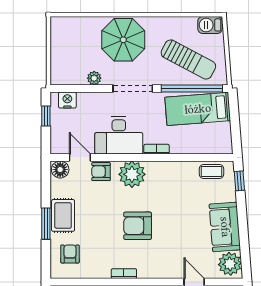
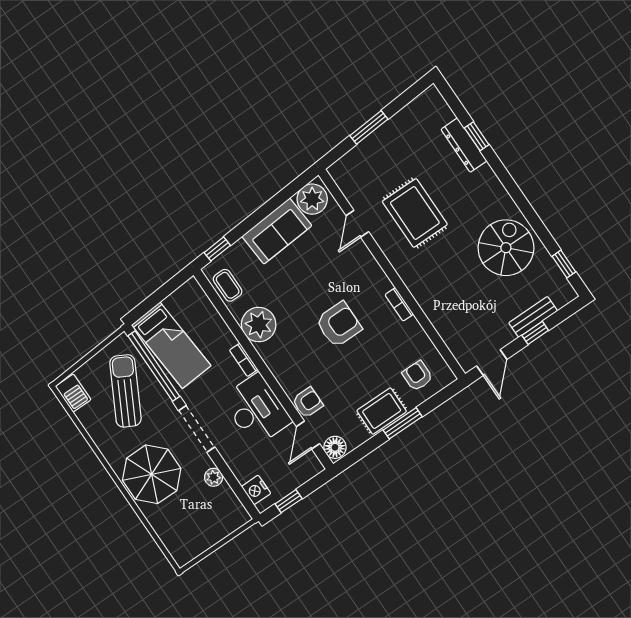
armchair: (101, 172) -> (308, 402), turned -90
plant: (132, 174) -> (259, 324), moved
armchair: (138, 226) -> (339, 324), turned -90
armchair: (70, 254) -> (417, 376), turned 90

